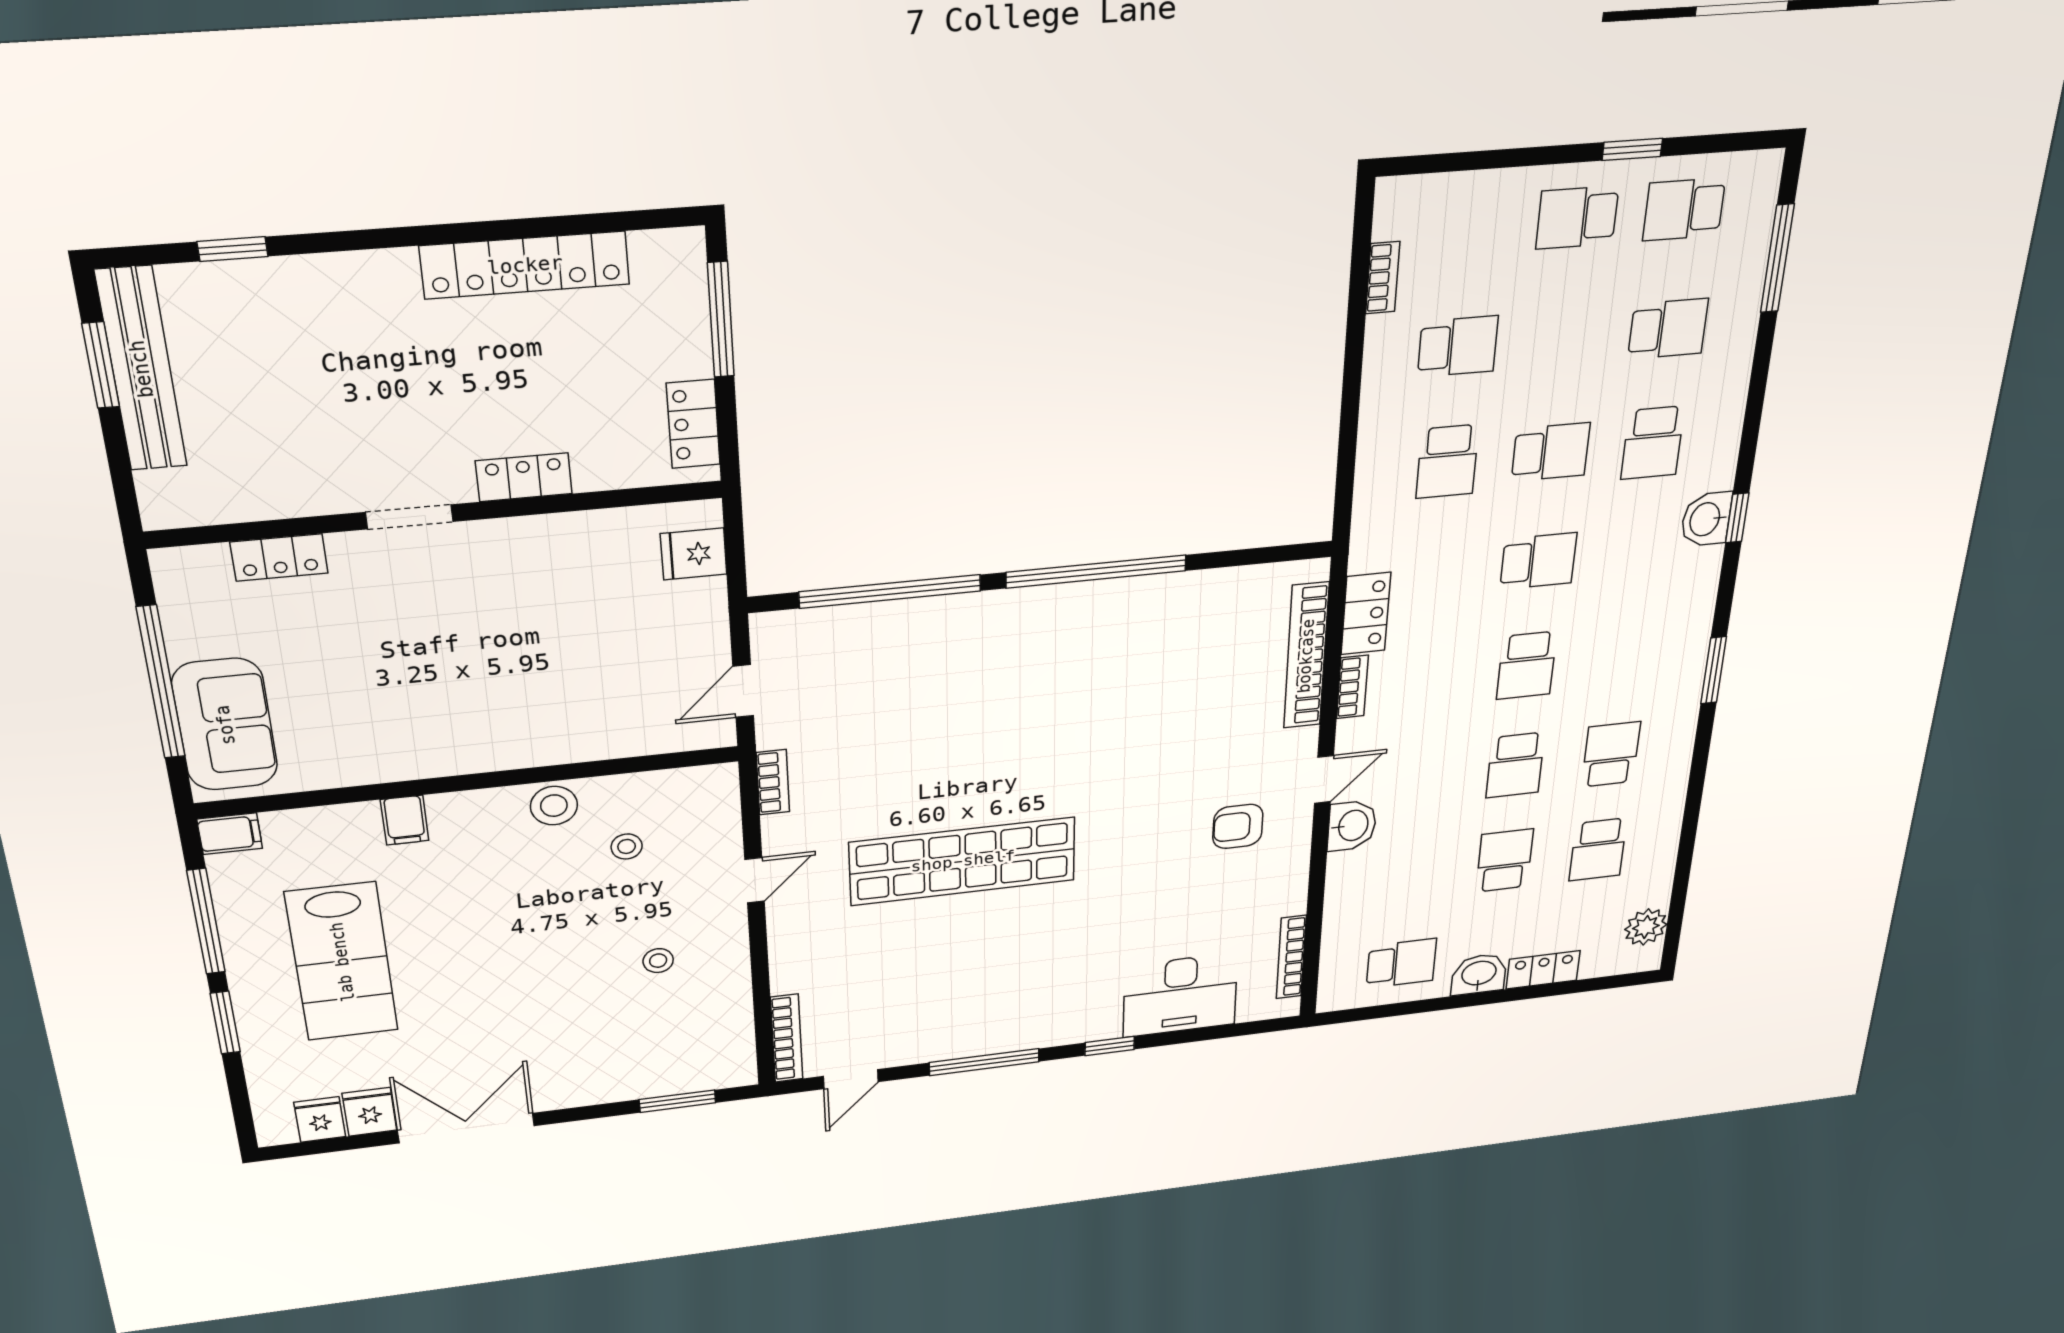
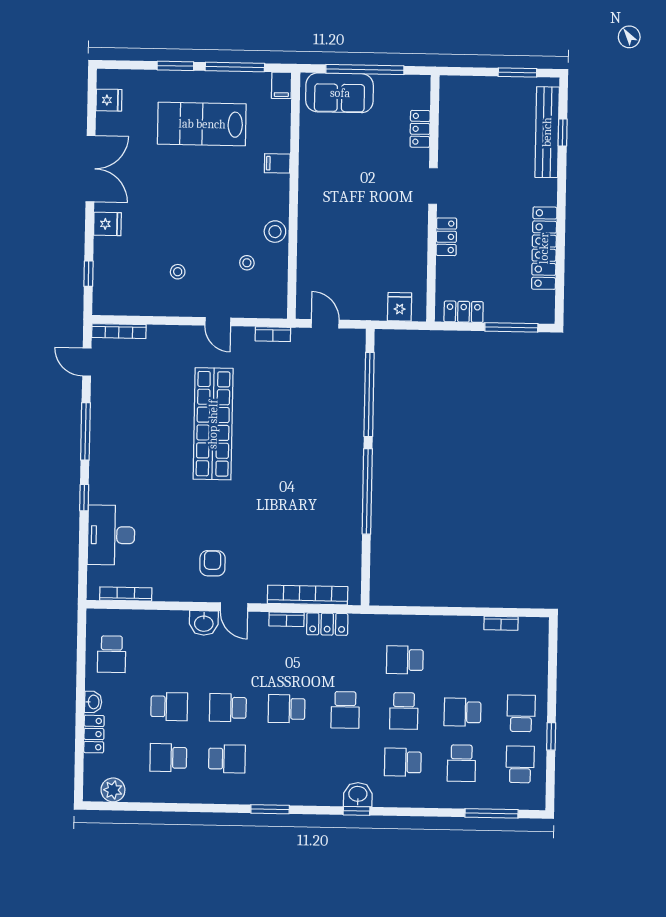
school desk: (1458, 346) -> (462, 712), moved, turned 90
bench: (141, 369) -> (547, 132), moved, turned 90
washbasin: (1479, 974) -> (93, 702), width x0.72, depth x0.69
window: (677, 1101) -> (88, 274), width x0.67
fridge: (370, 1112) -> (107, 224), moved

